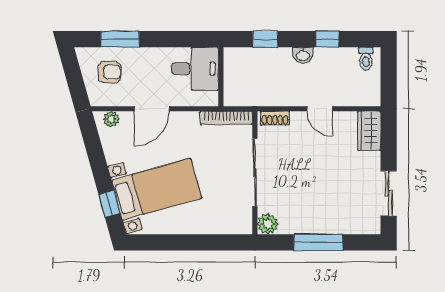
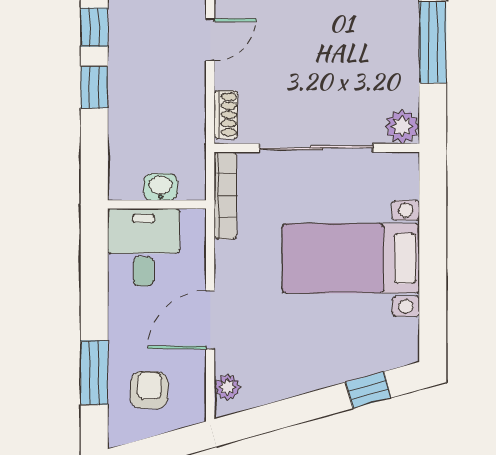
window: (265, 39) -> (94, 87), moved
washbasin: (303, 55) -> (161, 187), moved, turned -90
door: (152, 109) -> (210, 320), swing flipped
bed with nightstands: (156, 189) -> (351, 258), moved, turned -74

